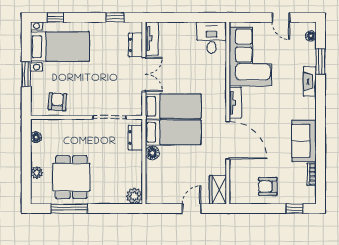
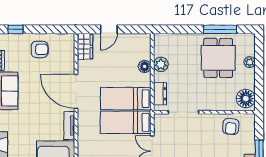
floor lamp: (36, 137) -> (246, 99), width x1.89, depth x1.89
floor lamp: (152, 153) -> (145, 66), moved
plant: (134, 196) -> (161, 64), moved

